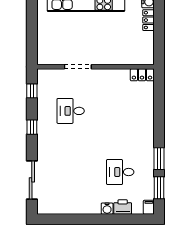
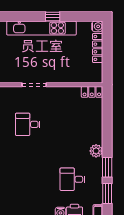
locker: (148, 20) -> (98, 48), width x1.53
plant: (147, 140) -> (96, 151), added

